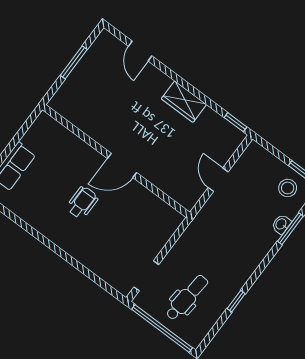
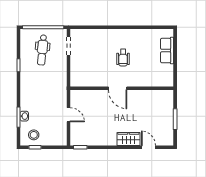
wardrobe: (184, 102) -> (128, 139), moved
door: (122, 165) -> (118, 88), swing flipped

